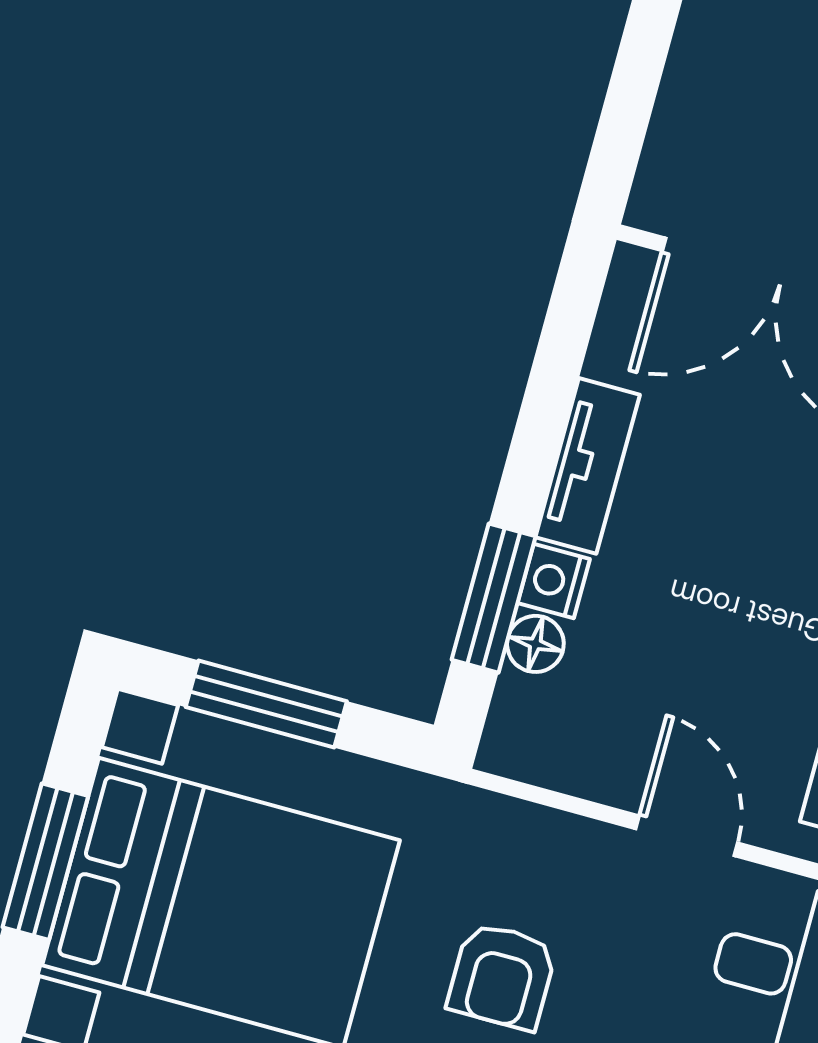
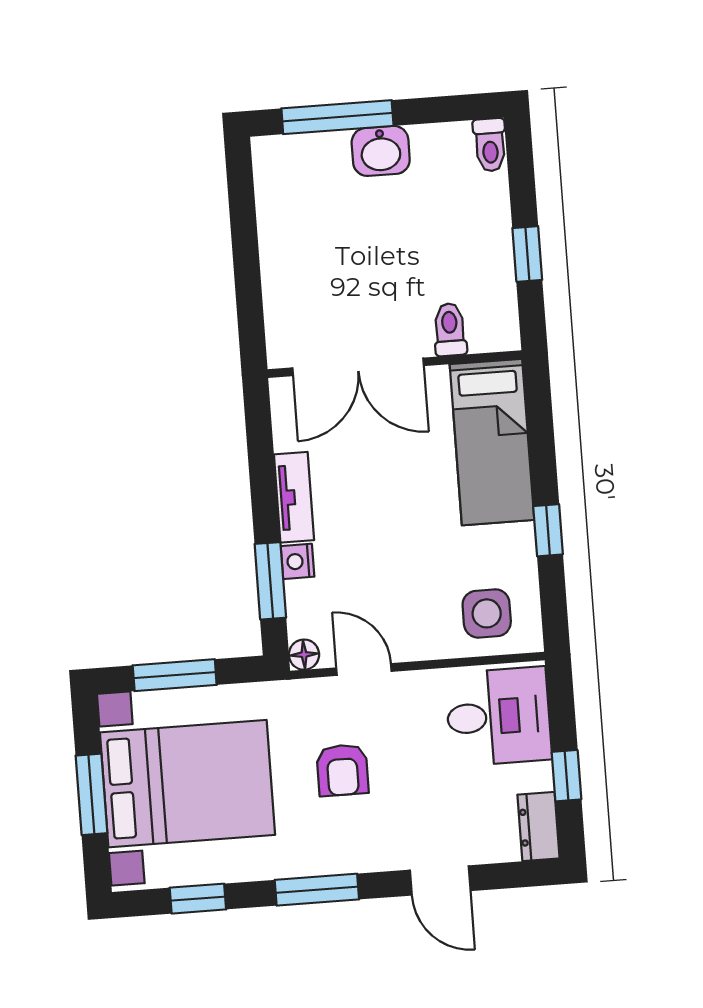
floor lamp: (535, 644) -> (304, 655), moved
door: (687, 836) -> (364, 670), moved

